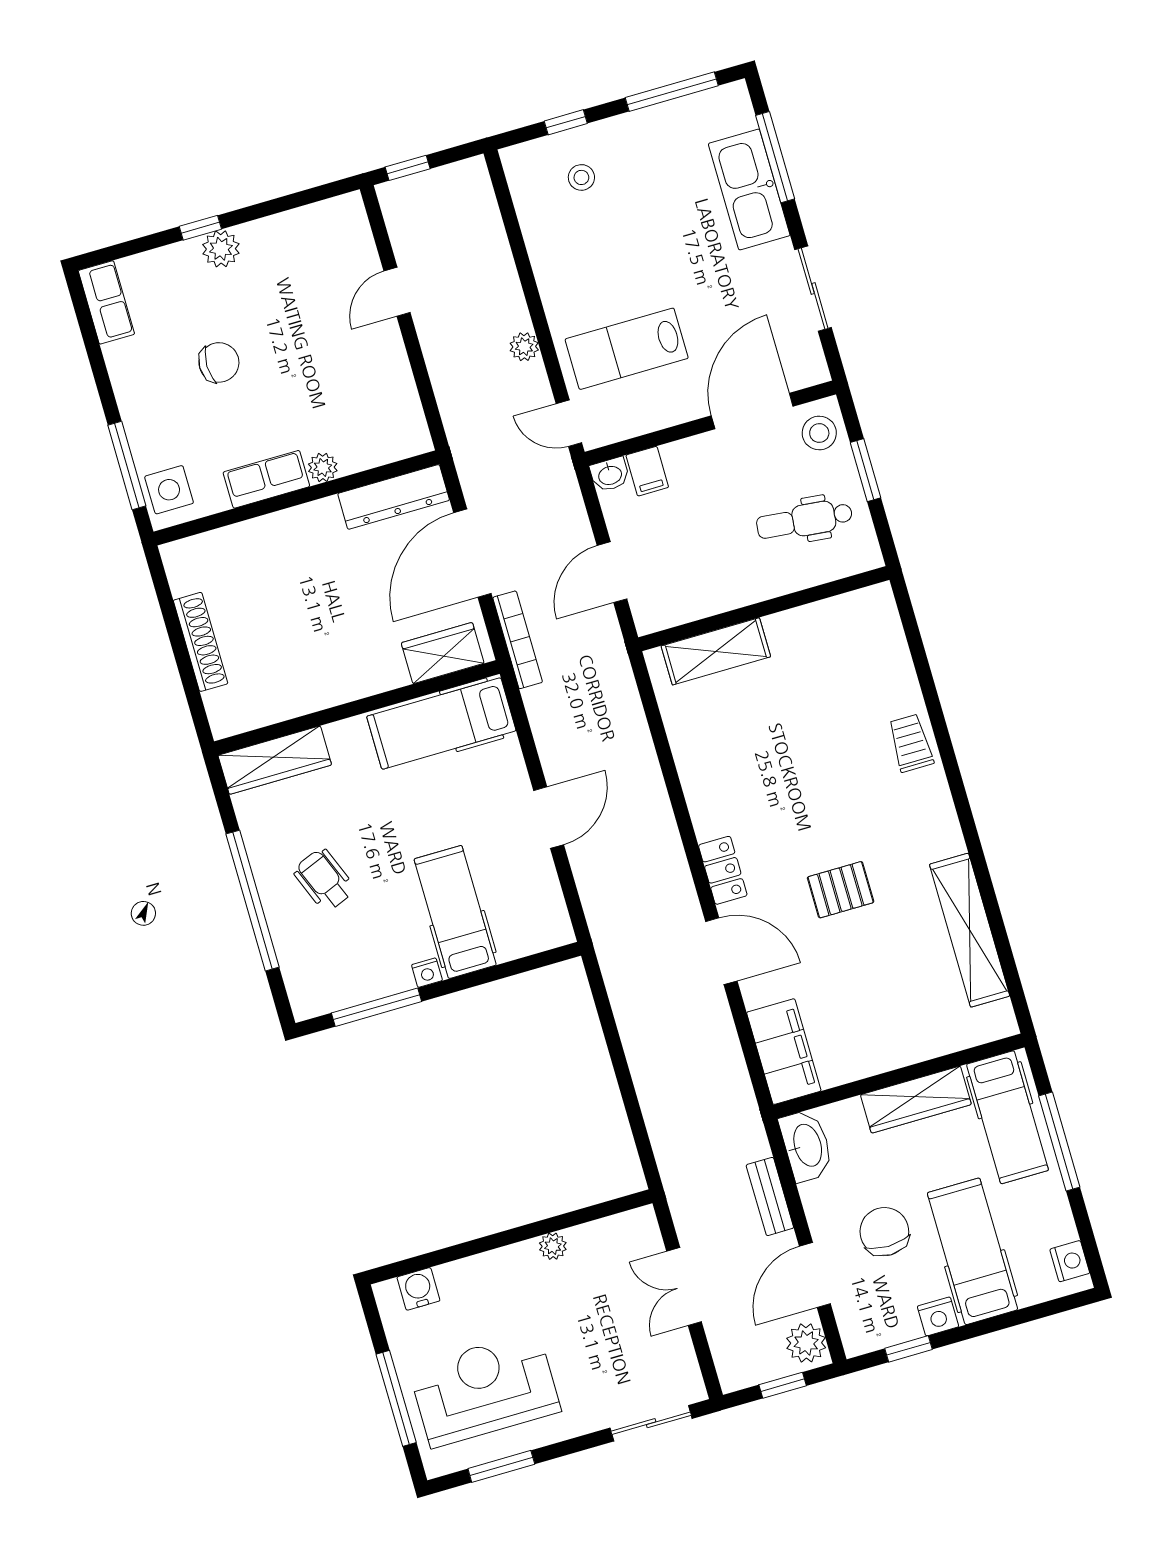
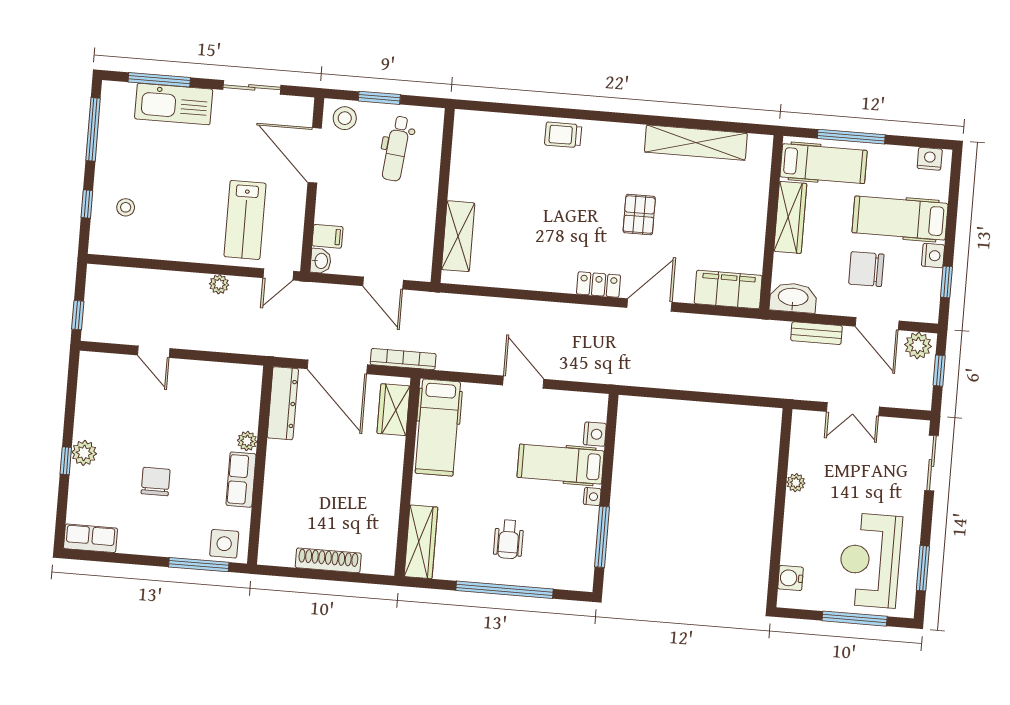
wheelchair: (324, 880) -> (509, 539), turned -68
nightstand: (514, 944) -> (595, 434), added

